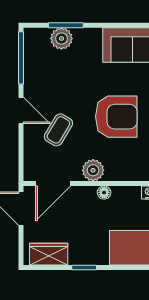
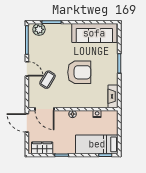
plant: (61, 38) -> (39, 29), moved
plant: (93, 170) -> (66, 102), removed
door: (53, 183) -> (45, 109), hinge flipped

